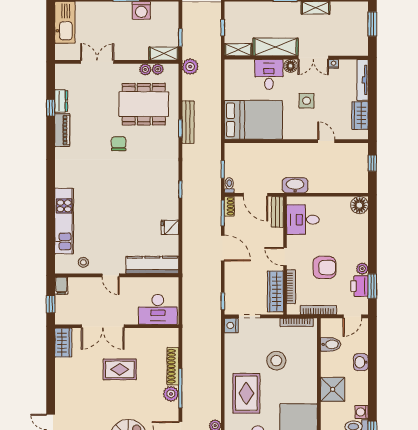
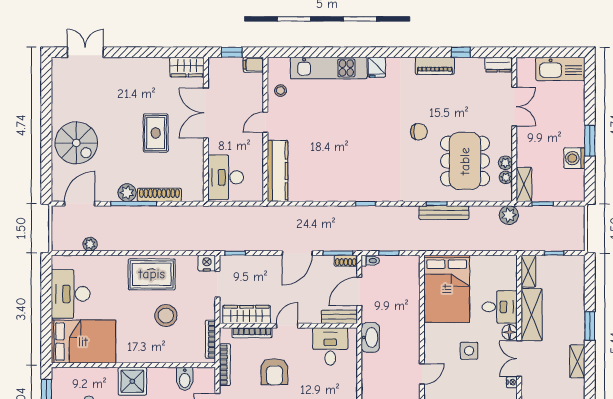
dresser: (61, 101) -> (498, 65), moved
fridge: (170, 227) -> (377, 67), moved, turned 180
rug: (246, 393) -> (152, 274), moved

